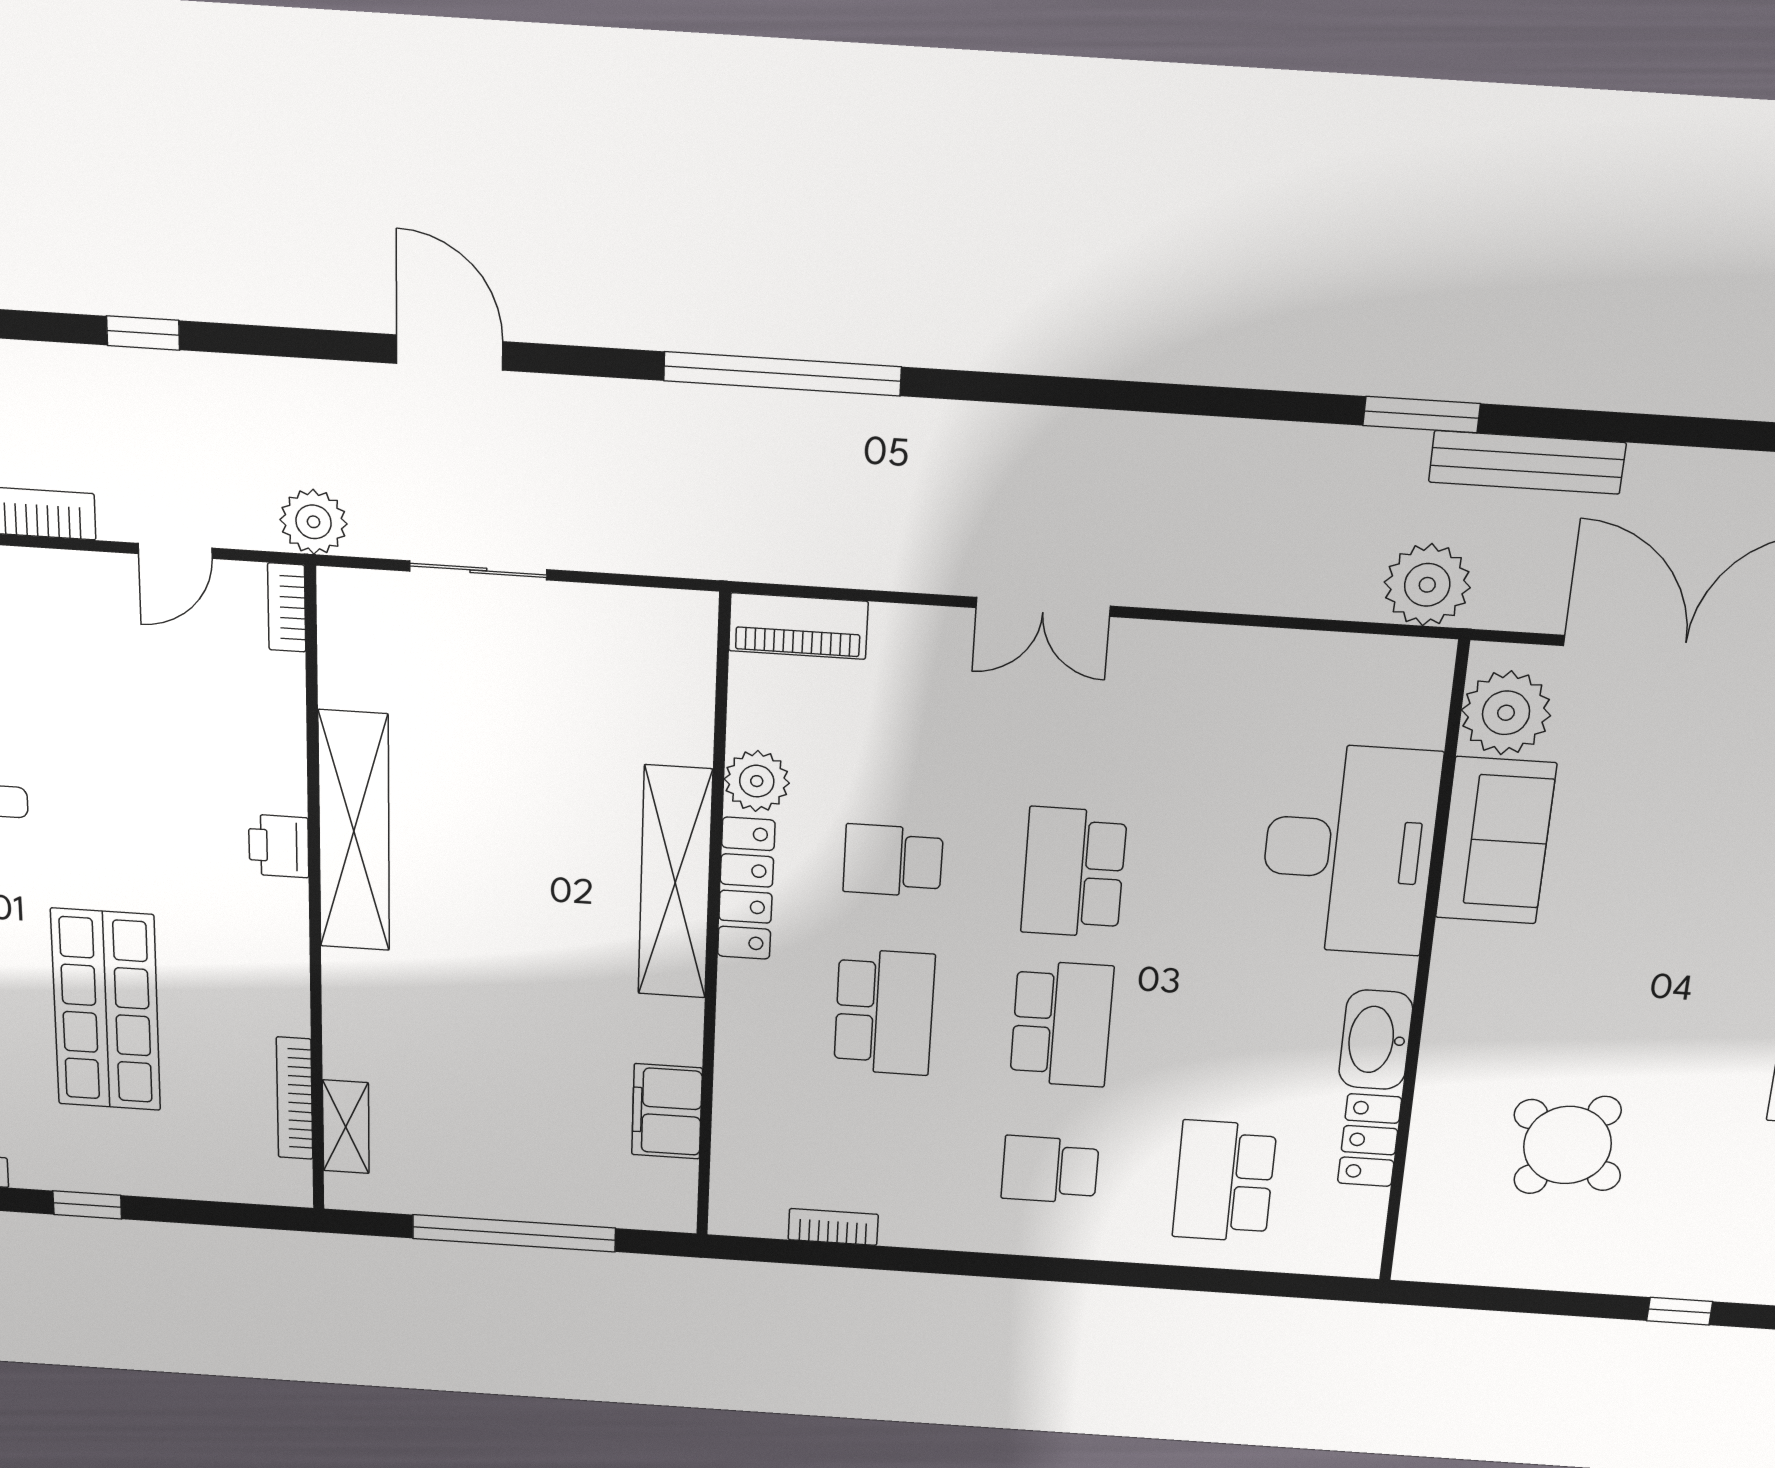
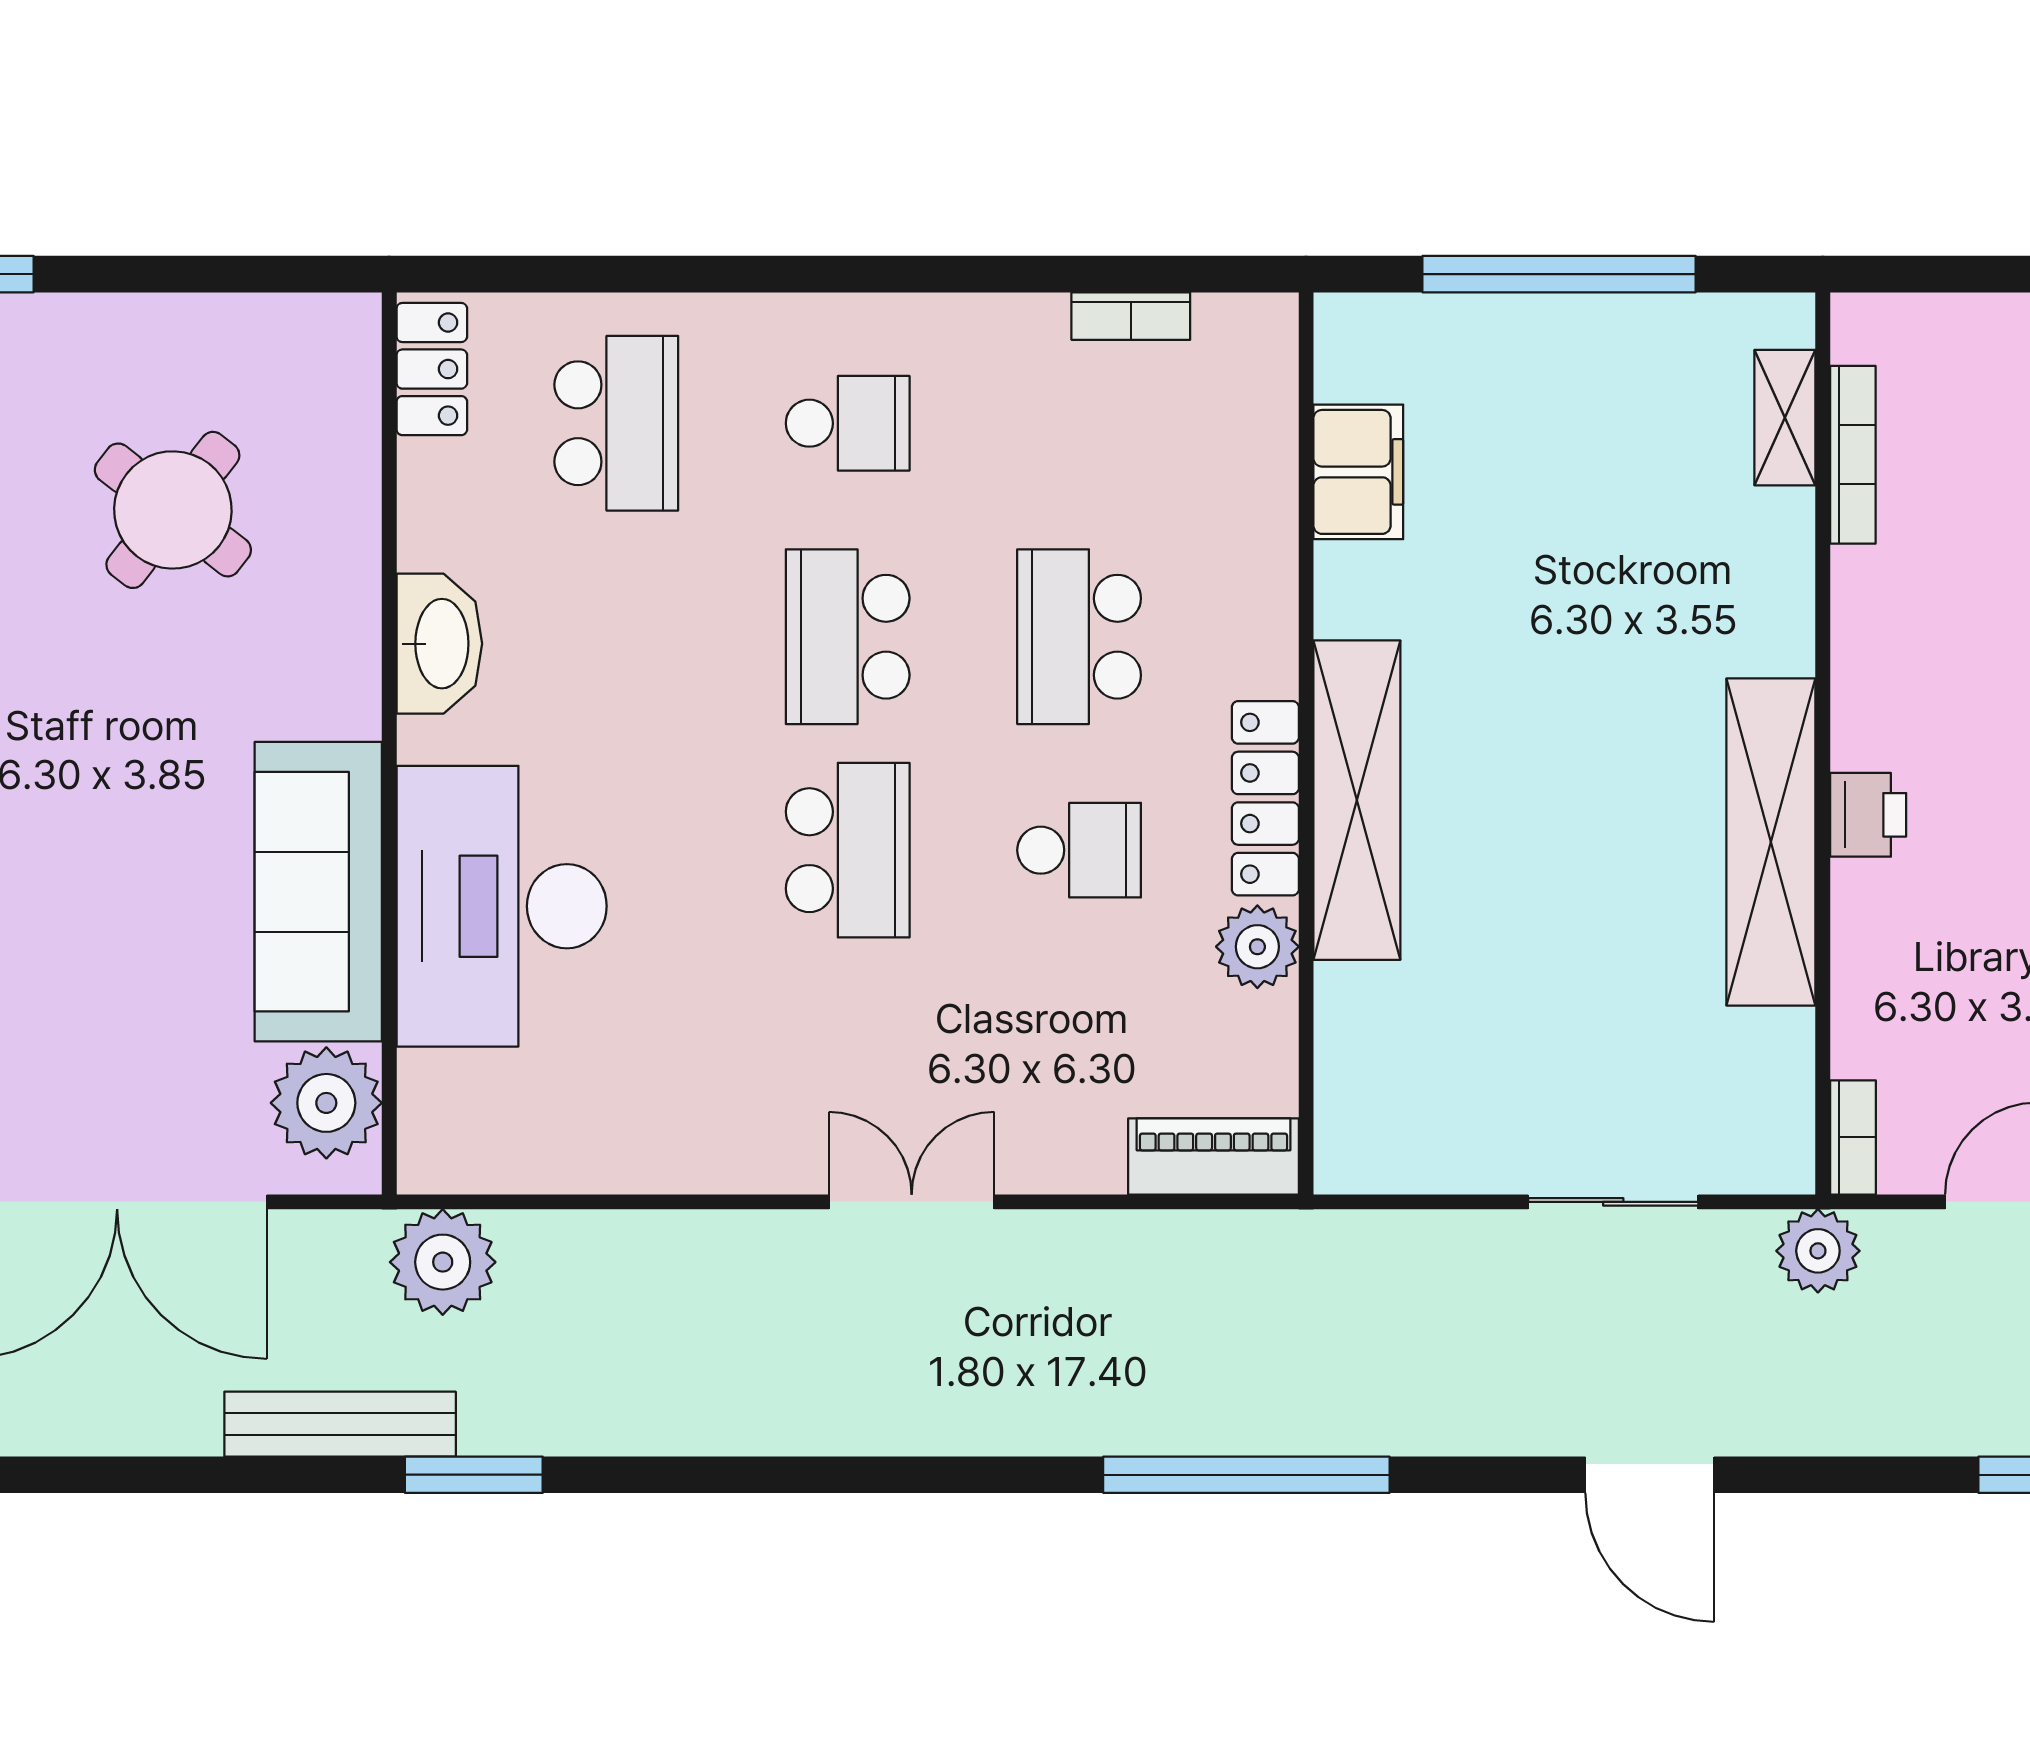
sofa: (1496, 841) -> (318, 892), width x1.36
locker: (1370, 1140) -> (432, 369), moved

